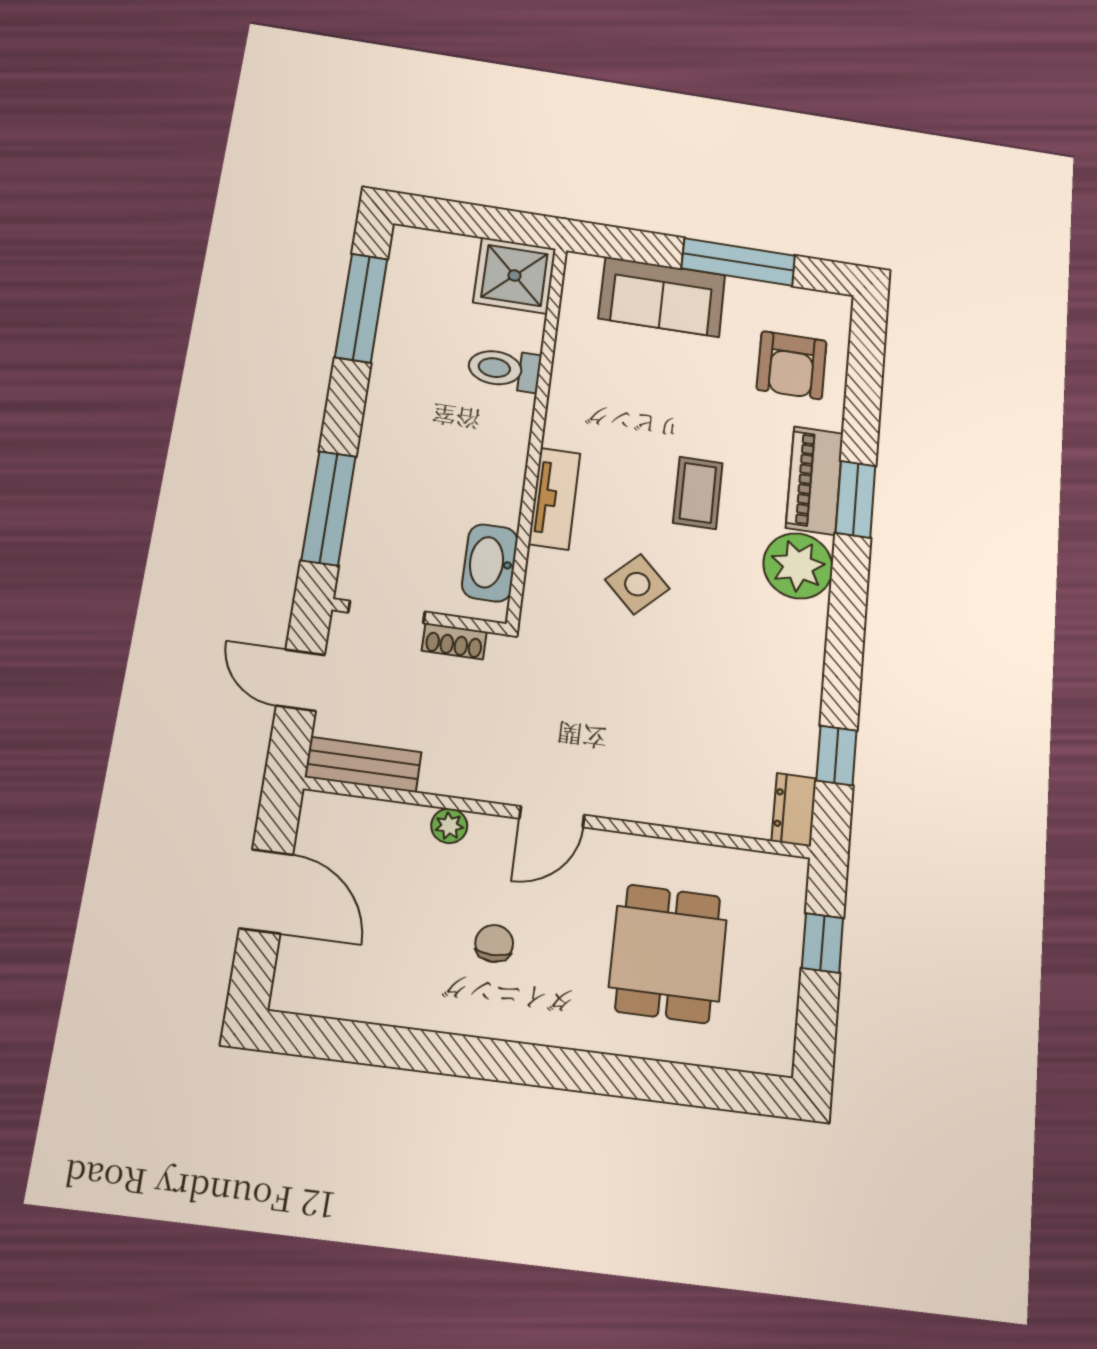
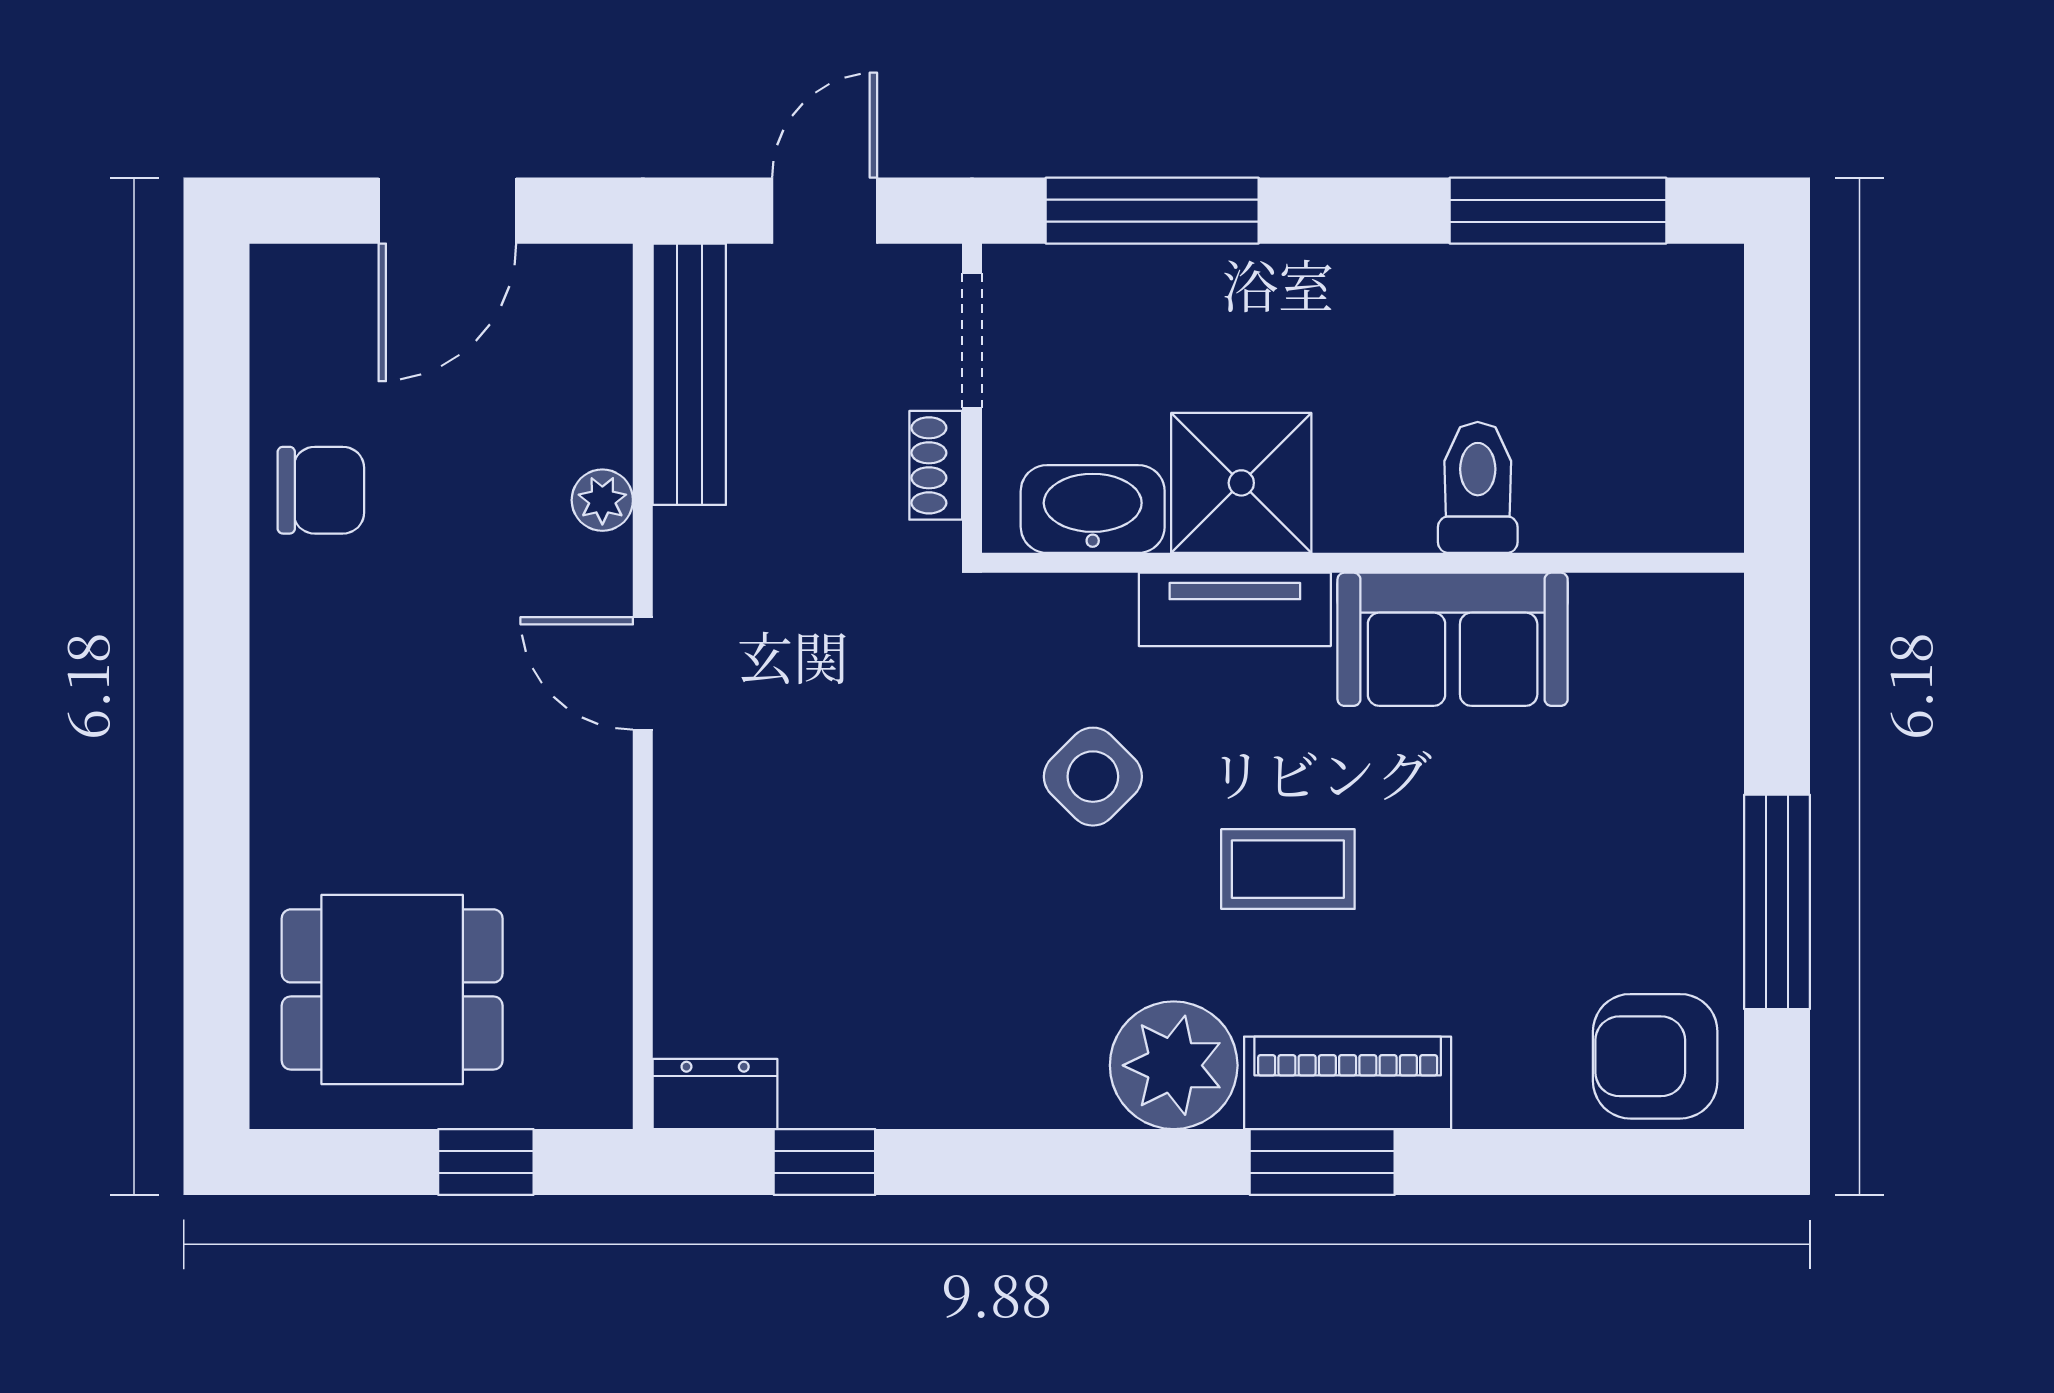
shower: (515, 276) -> (1241, 483), moved
sofa: (662, 297) -> (1453, 639), moved, turned -90
armchair: (792, 365) -> (1655, 1056), moved
bench: (363, 765) -> (689, 374), width x1.36
chair: (494, 943) -> (321, 490), moved, width x1.37, depth x1.37
dining table: (668, 953) -> (392, 989), moved

